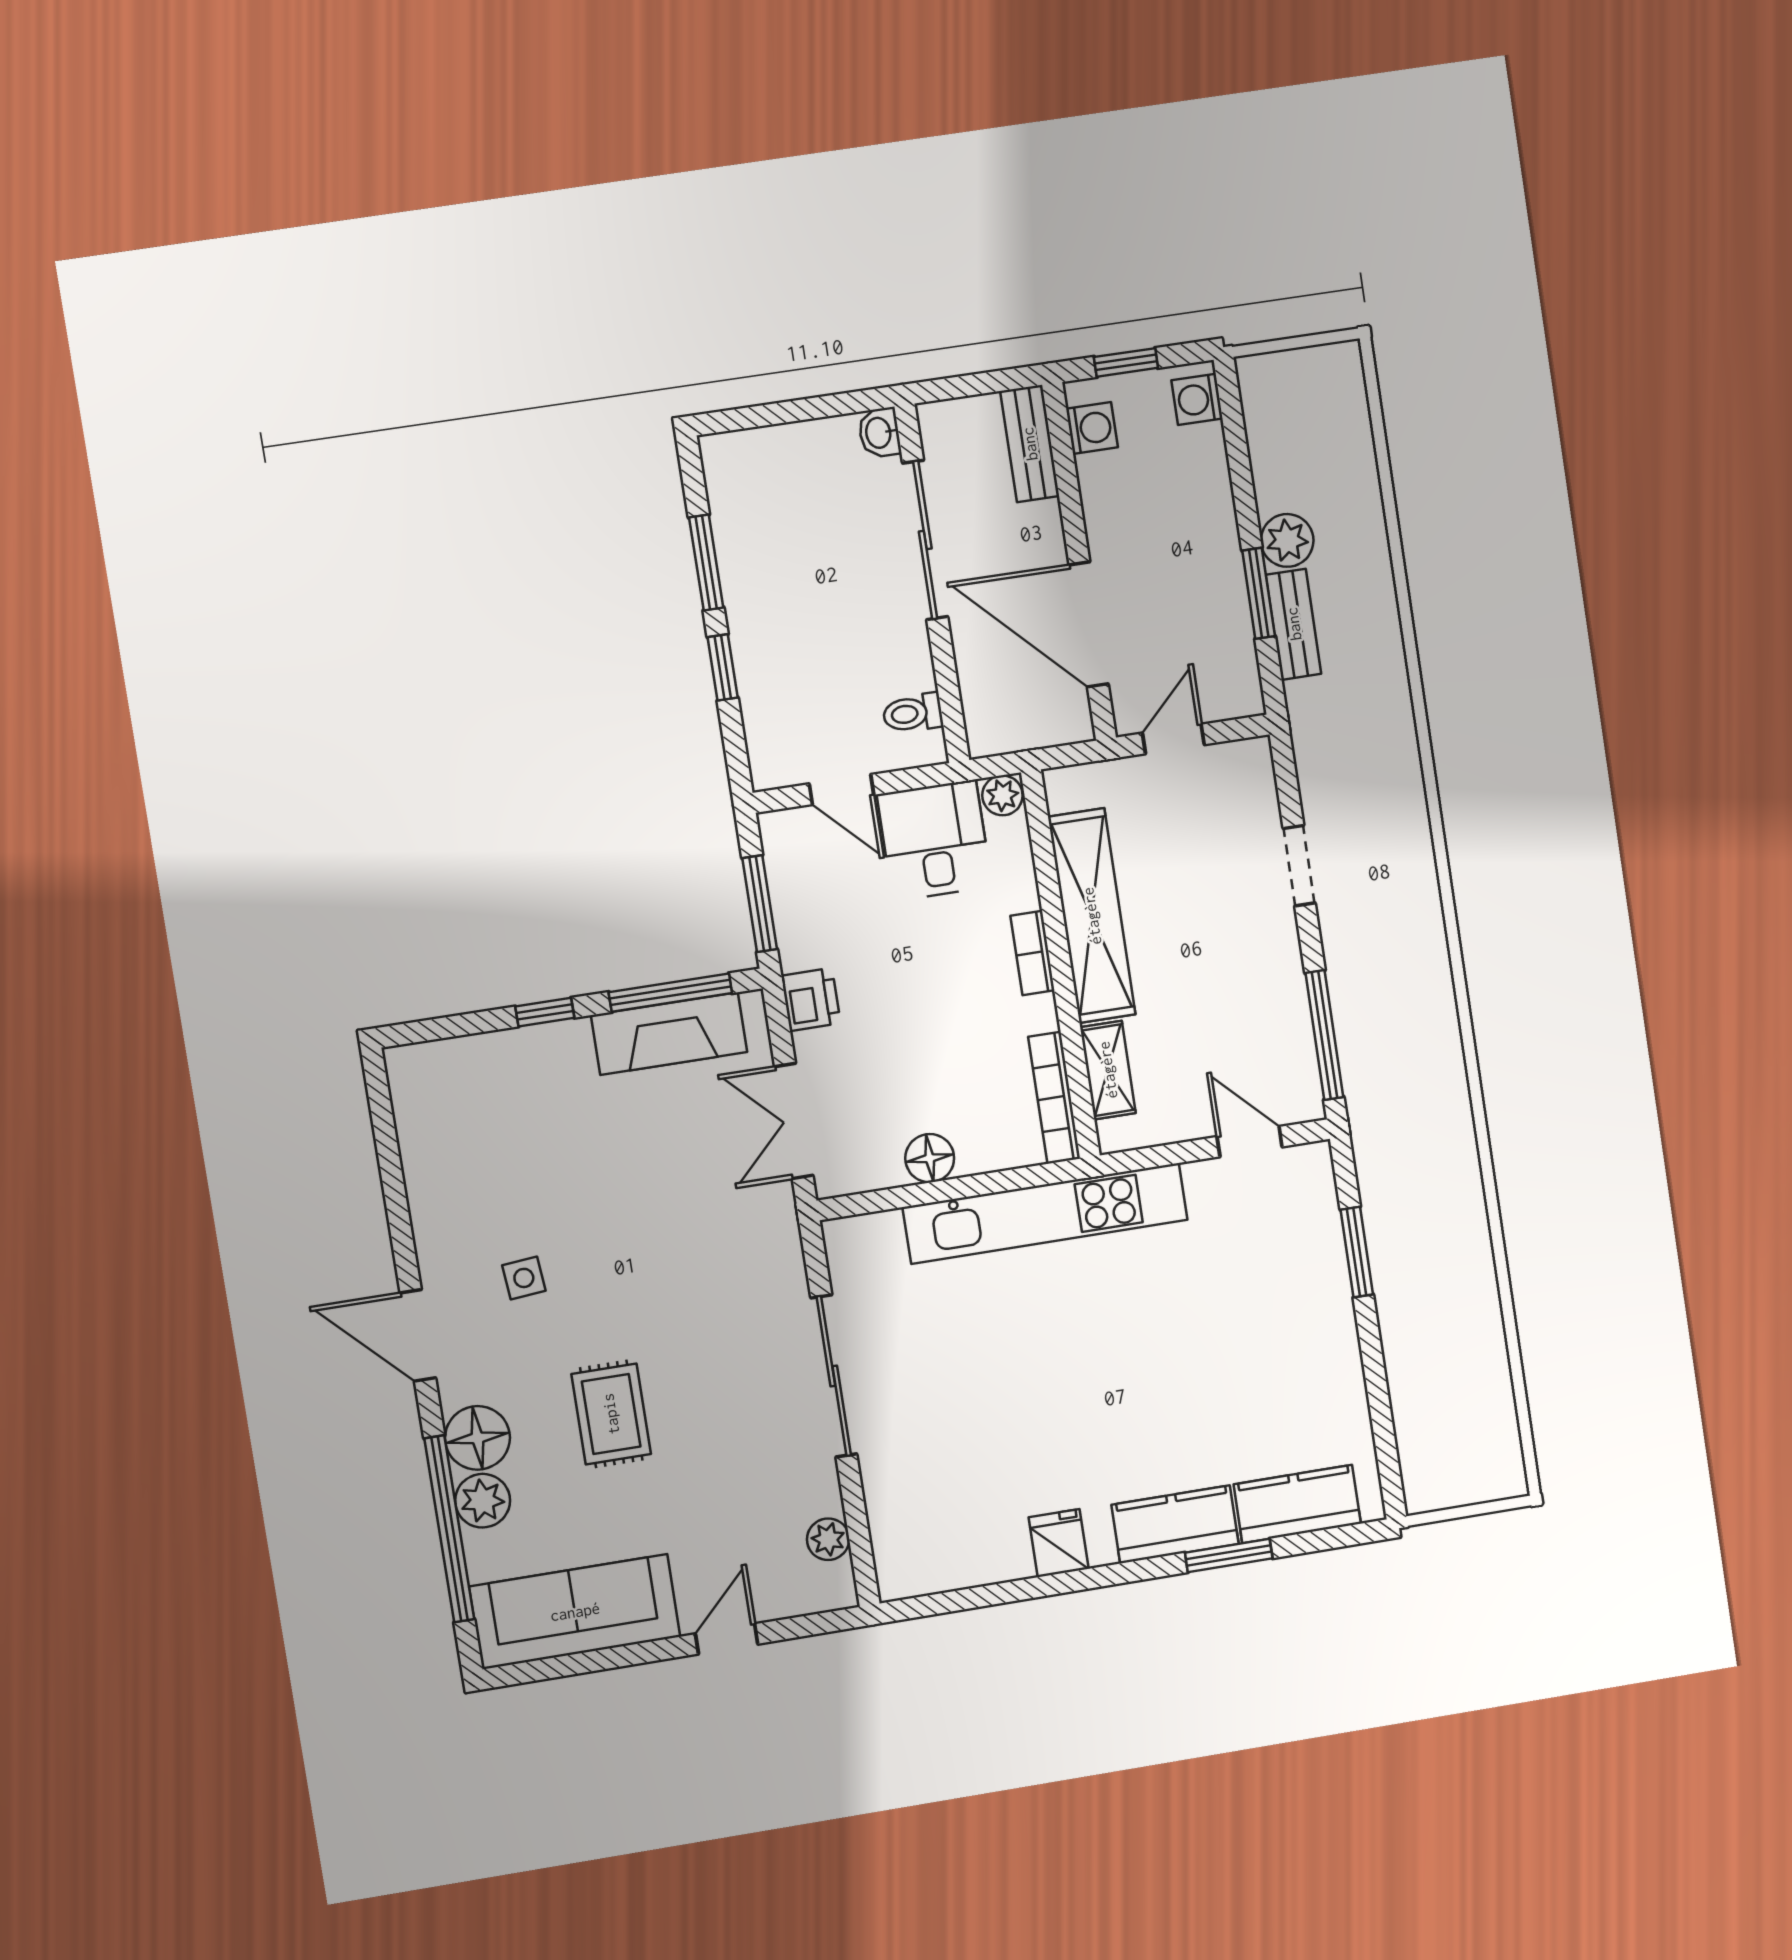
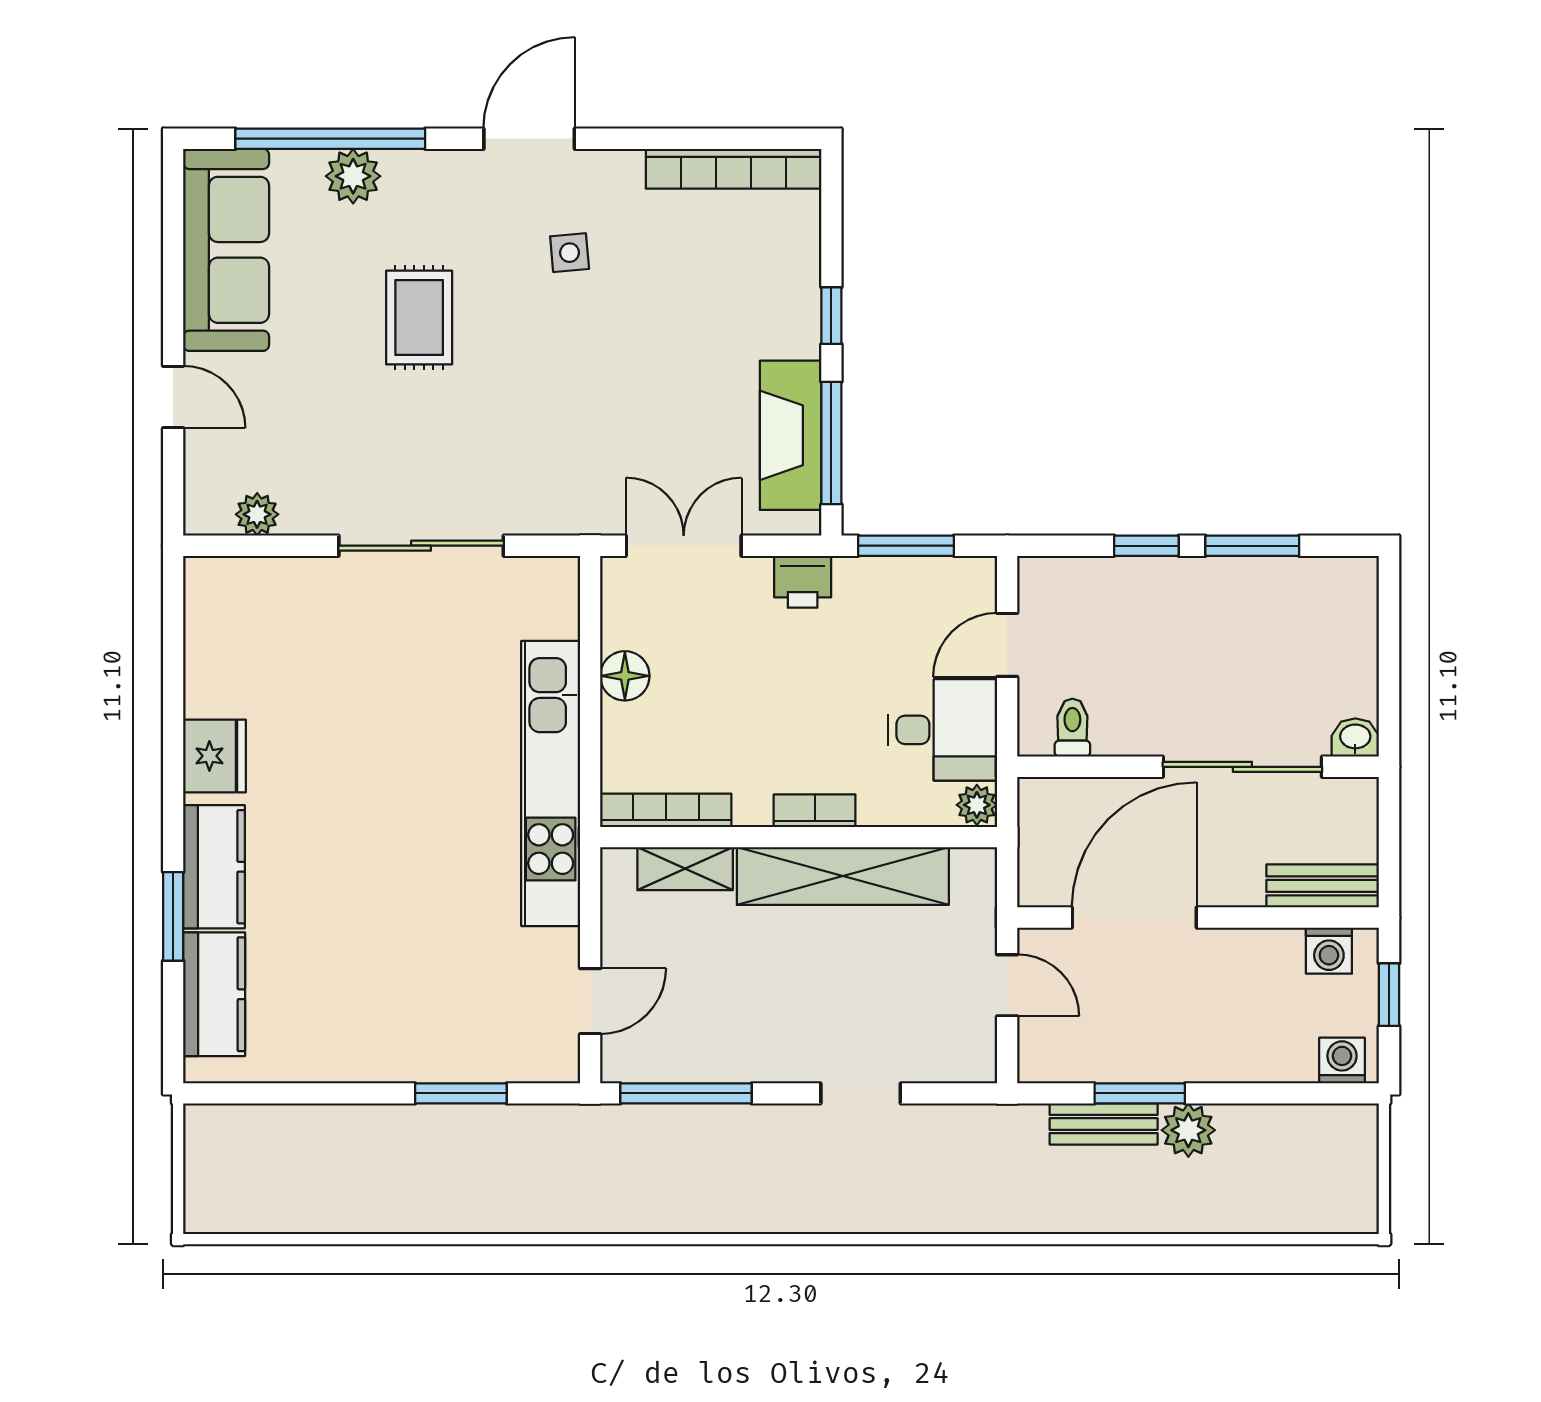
bookcase: (415, 1131) -> (734, 169), added
rug: (611, 1414) -> (419, 318), turned 90
floor lamp: (477, 1438) -> (417, 181), removed
fridge: (1059, 1543) -> (215, 756), width x1.38

